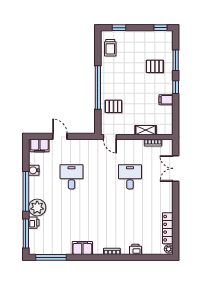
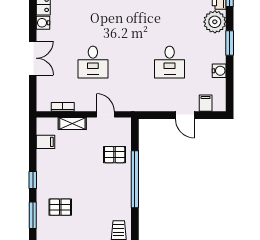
filing cabinet: (166, 100) -> (46, 142), moved
door: (110, 137) -> (105, 114), moved
filing cabinet: (39, 146) -> (206, 103), width x0.50
double door: (176, 168) -> (33, 58), moved
window: (26, 191) -> (230, 43), width x0.47
water cooler: (168, 207) -> (43, 23), added

